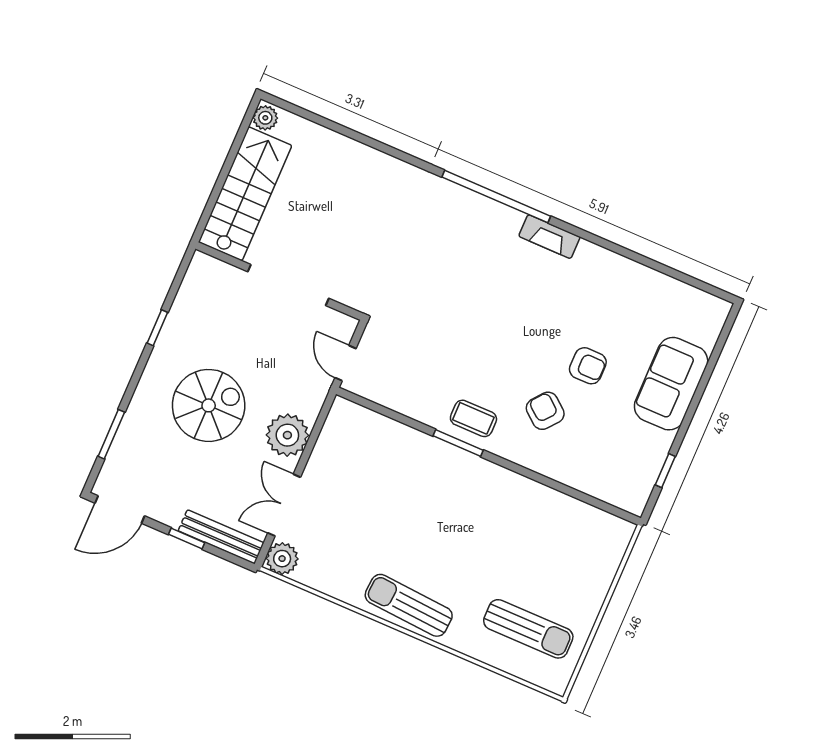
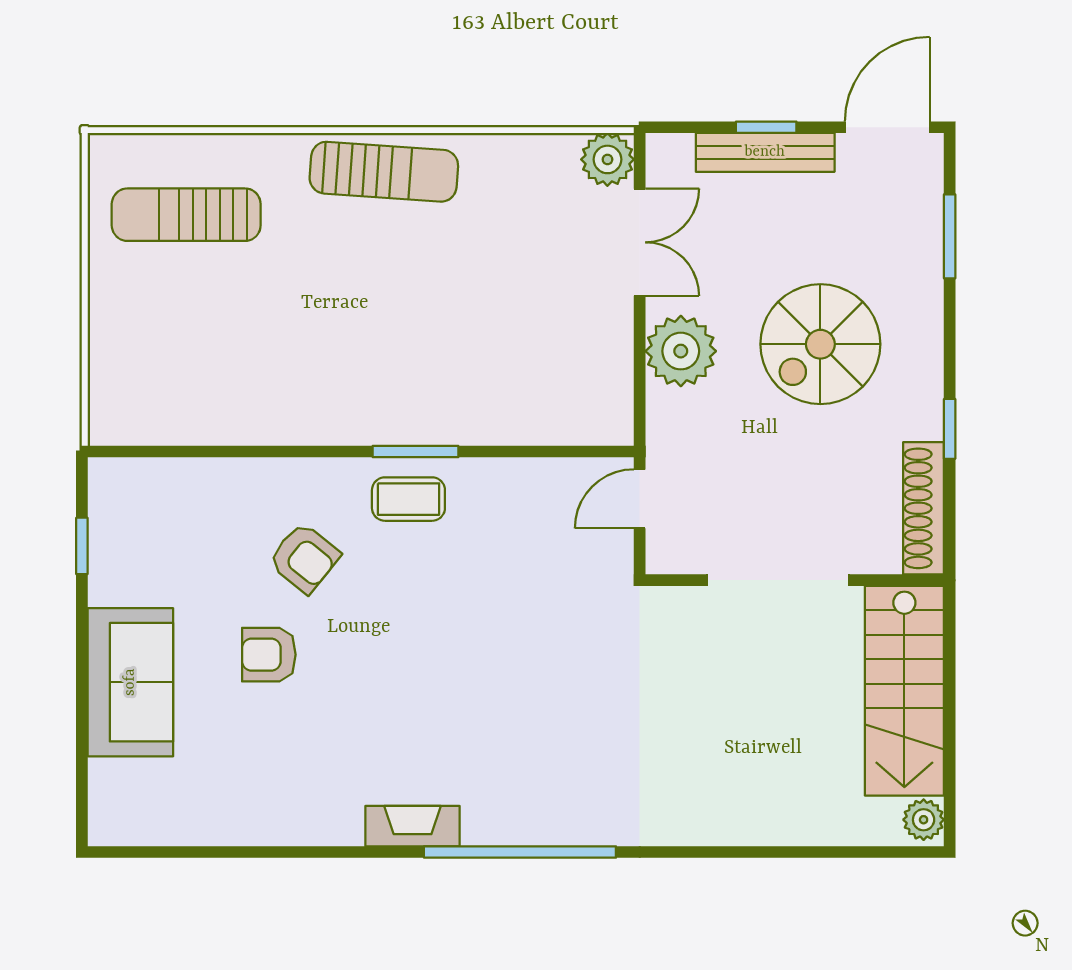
shoe rack: (191, 290) -> (923, 508), added
door: (345, 363) -> (640, 499), swing flipped
bench: (221, 537) -> (765, 152), moved

